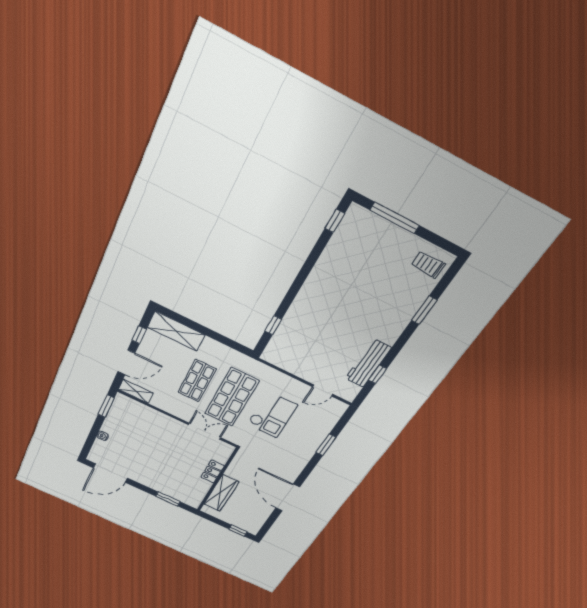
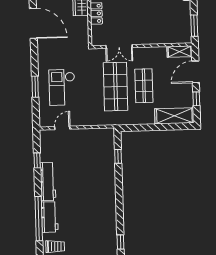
workbench: (409, 304) -> (50, 217), added
window: (424, 310) -> (39, 219), width x2.11
workbench: (368, 363) -> (48, 182), moved
checkout: (272, 415) -> (62, 87), moved

